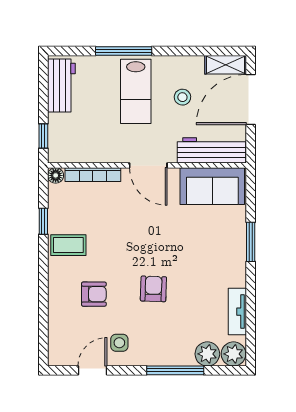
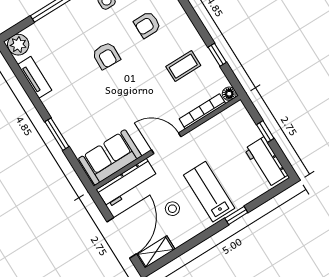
window: (124, 51) -> (236, 215), width x0.46
window: (43, 136) -> (265, 131), moved
coffee table: (68, 245) -> (183, 66), moved
plant: (207, 354) -> (37, 33), removed

